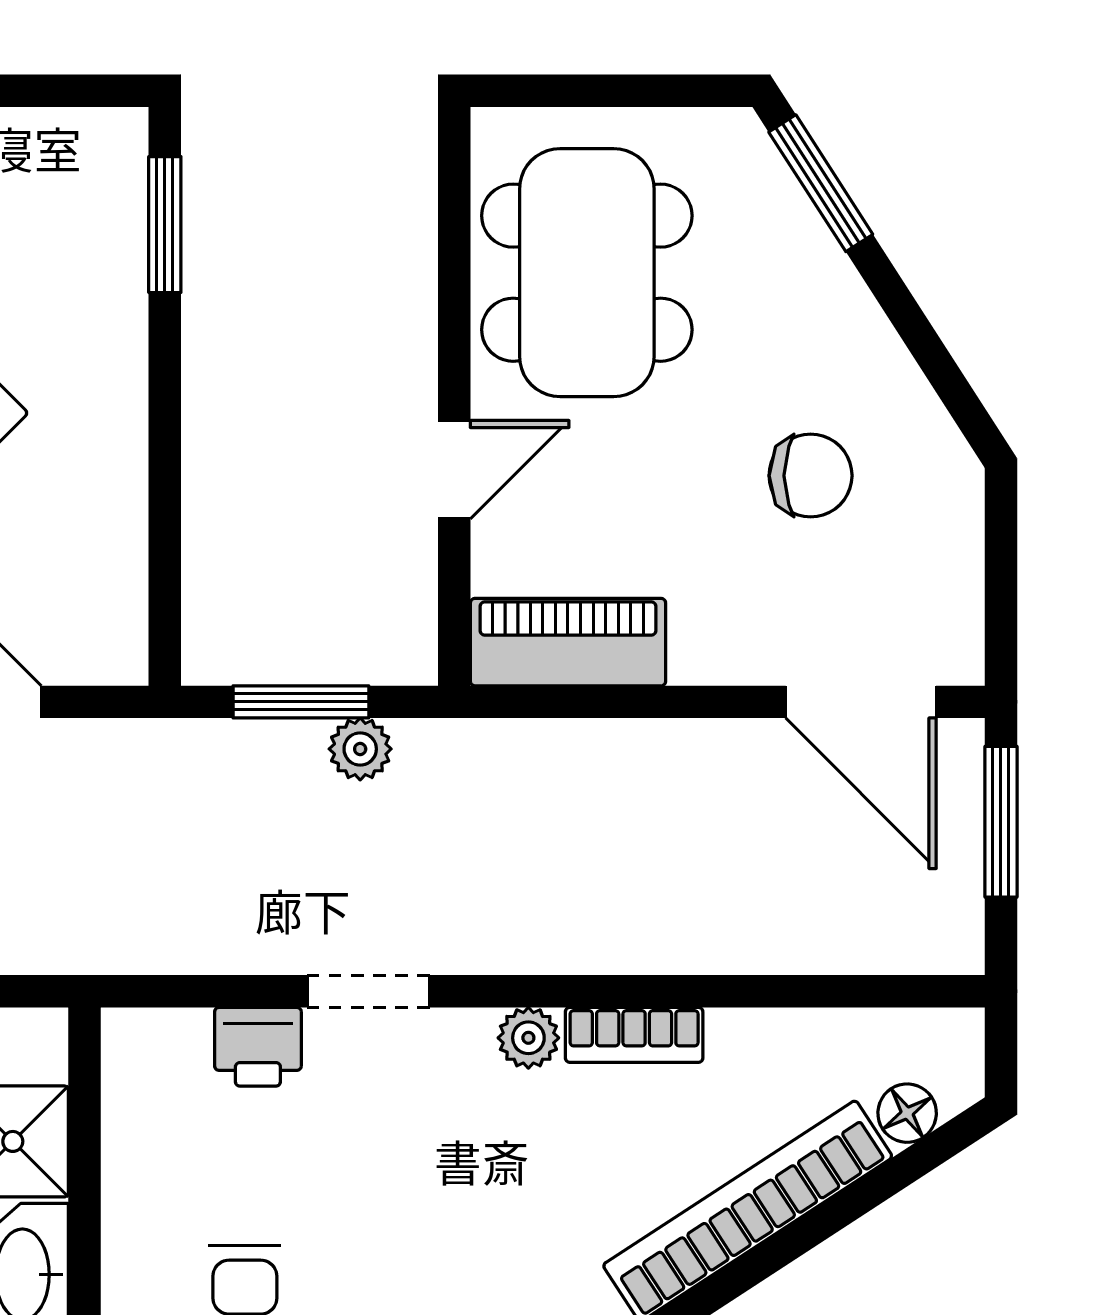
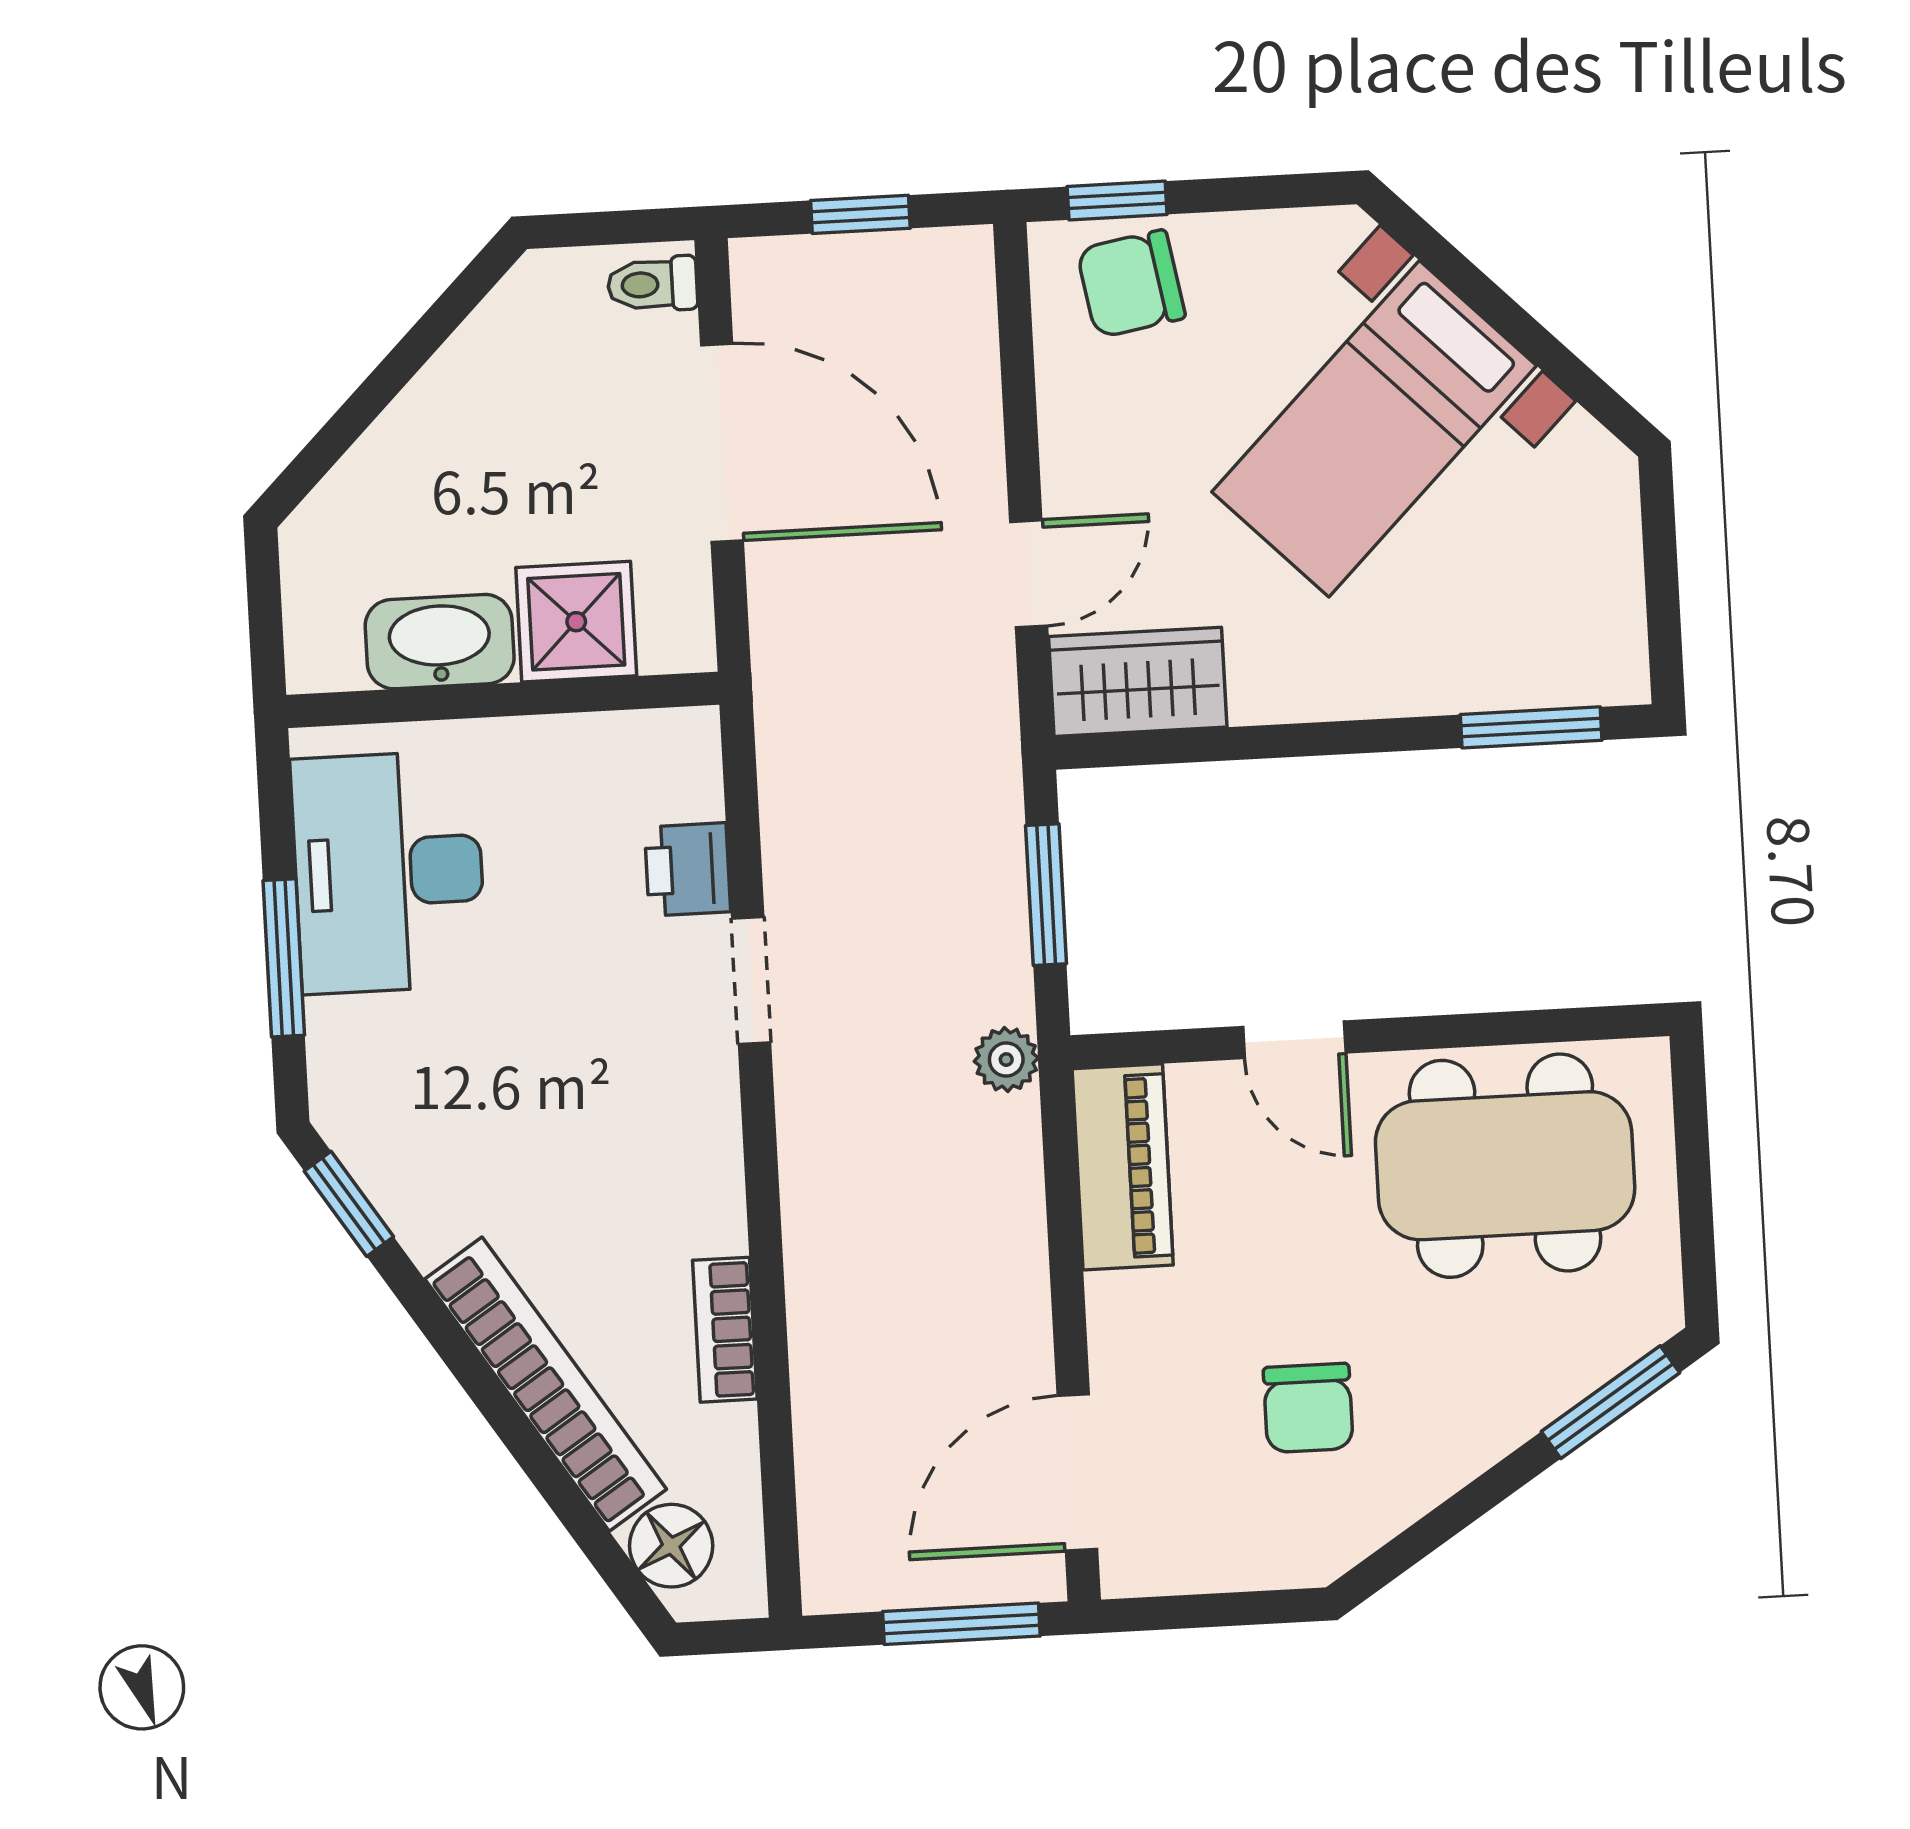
wardrobe: (100, 602) -> (1138, 682), added
plant: (360, 749) -> (1006, 1060), moved
bookcase: (634, 1035) -> (725, 1330), moved
plant: (528, 1038) -> (712, 1148), removed
floor lamp: (907, 1113) -> (671, 1546), width x1.37, depth x1.37

